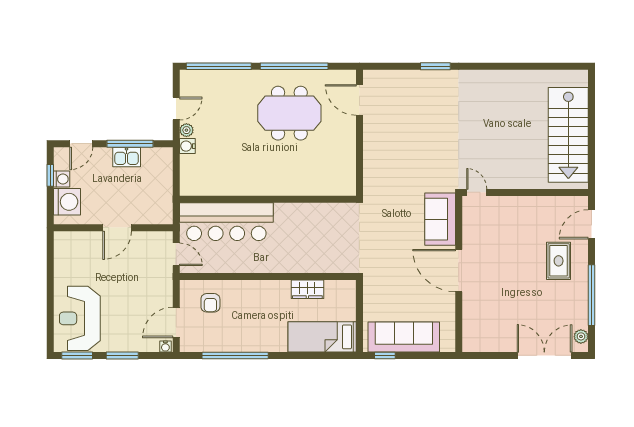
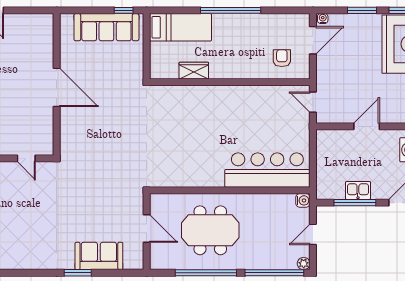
door: (359, 100) -> (147, 229), moved
plant: (186, 130) -> (304, 263), moved
door: (477, 192) -> (26, 158), moved
wall: (268, 199) -> (230, 190), moved
sofa: (440, 219) -> (99, 256), moved, turned -90
bar counter: (226, 222) -> (267, 170), moved
window: (235, 355) -> (231, 10), moved

